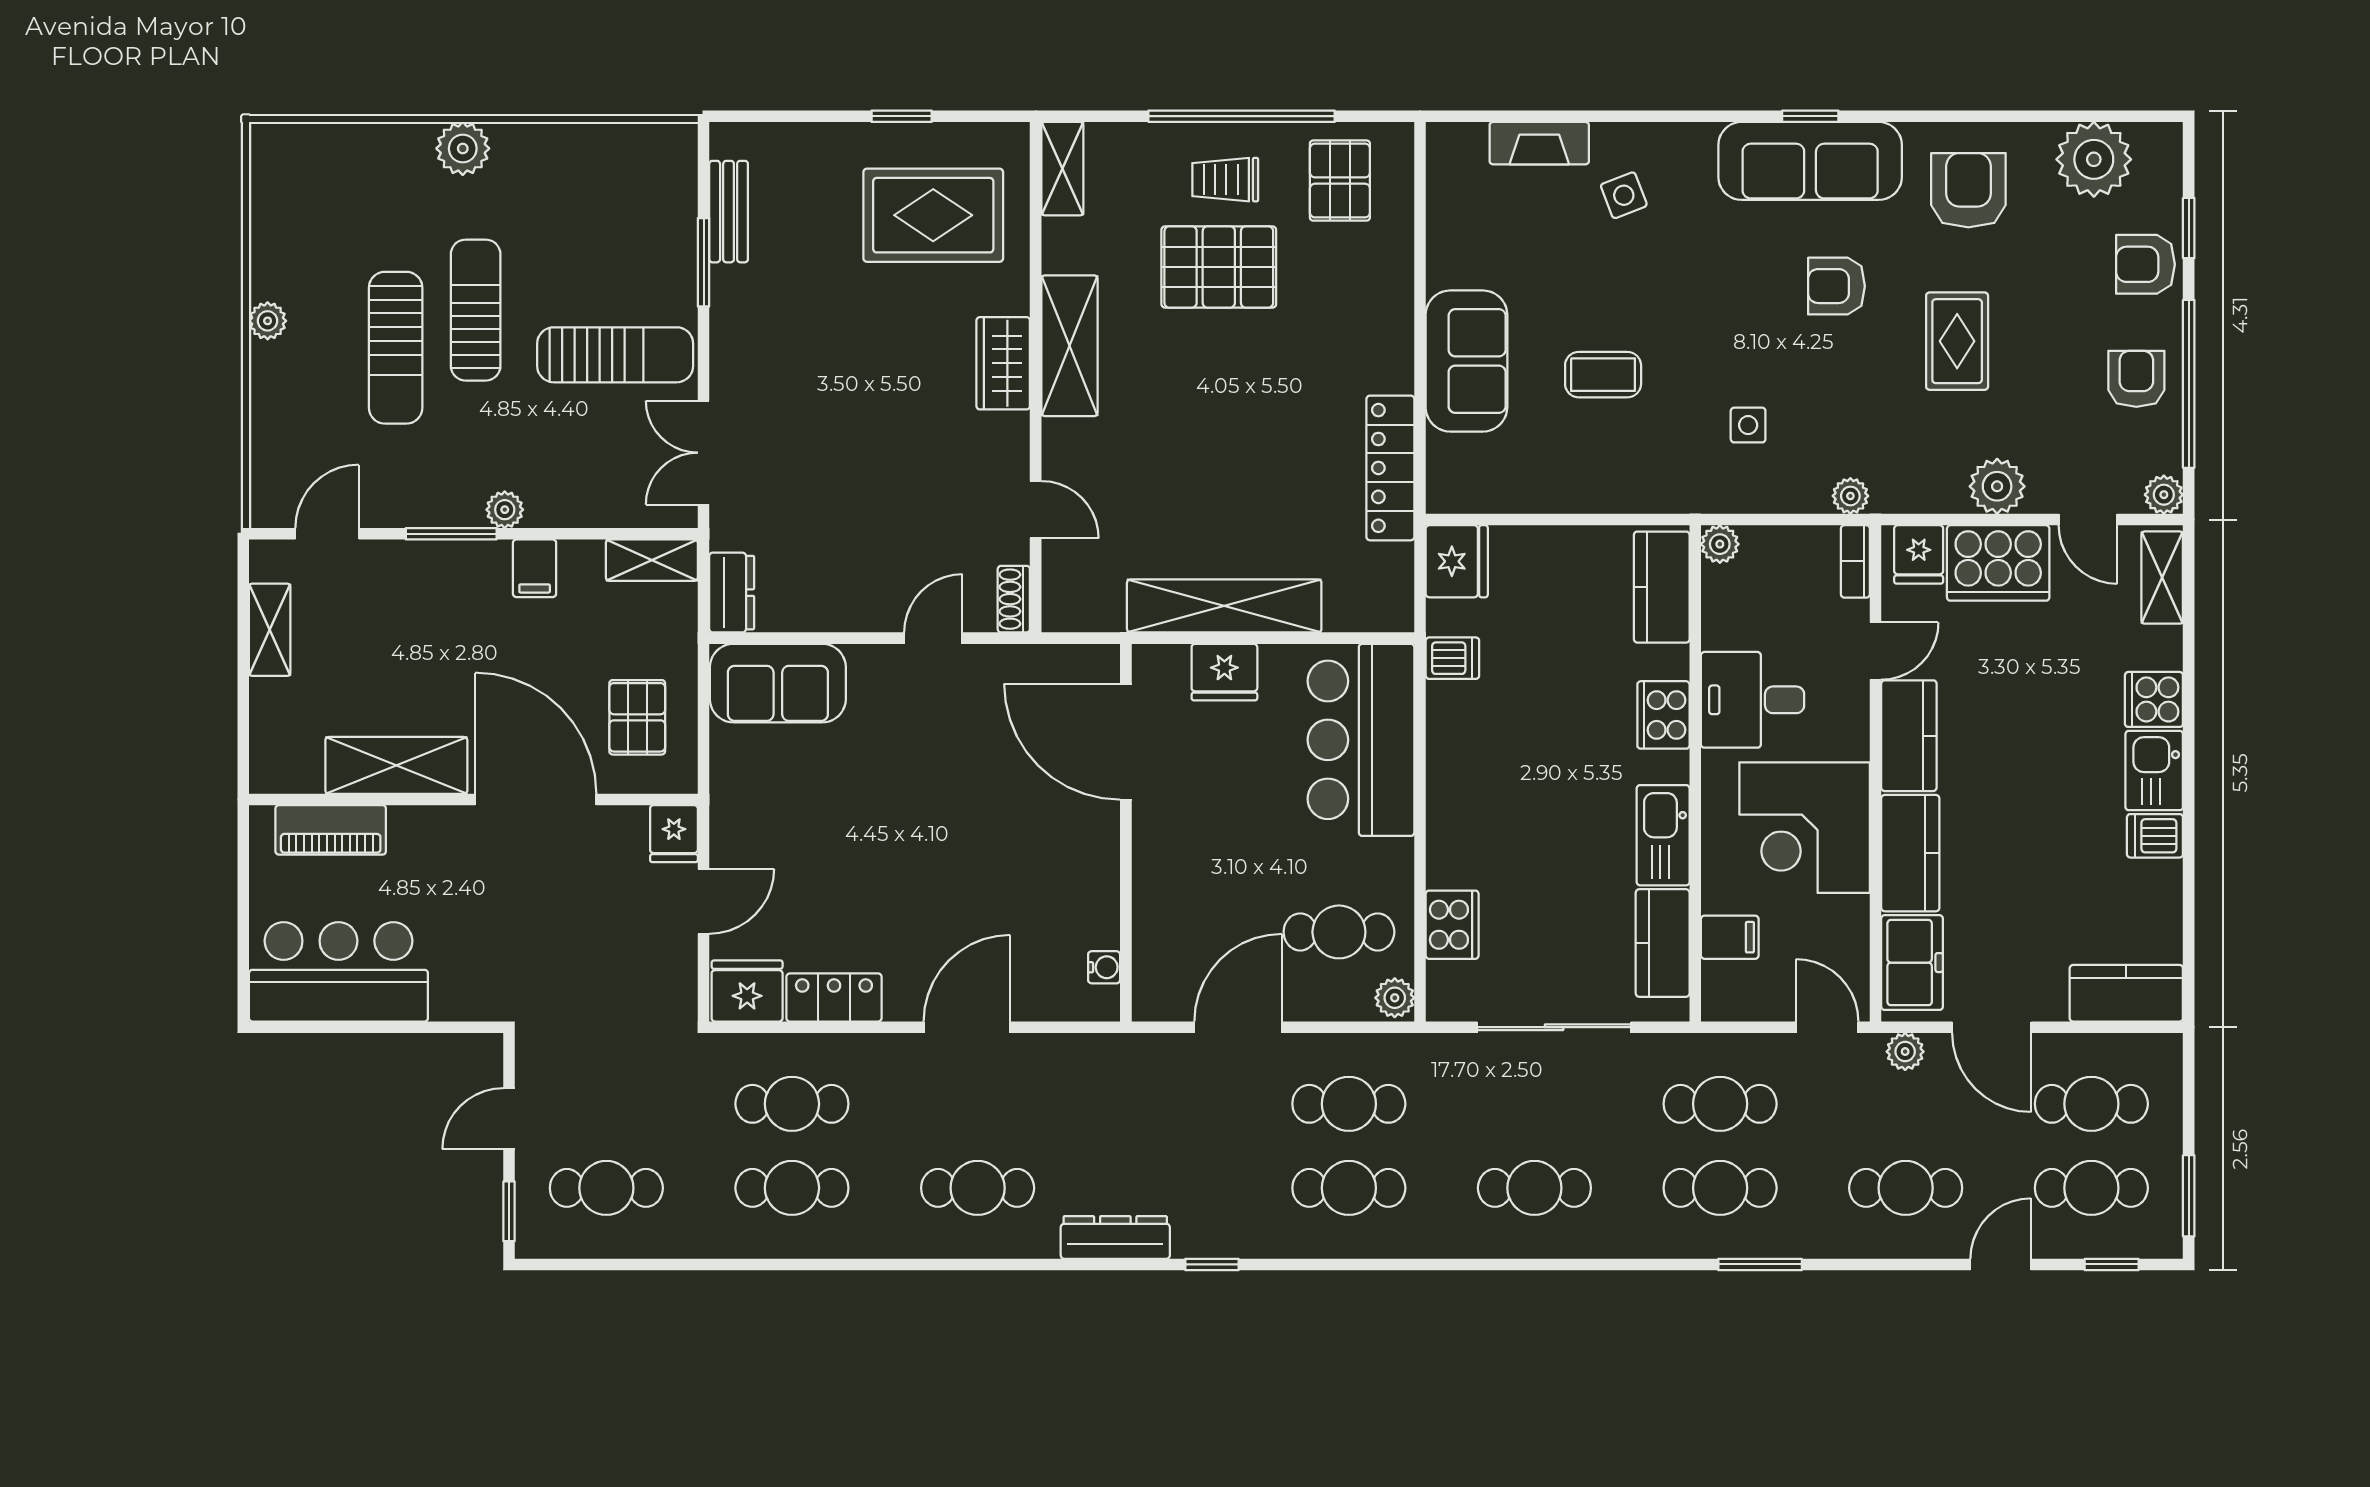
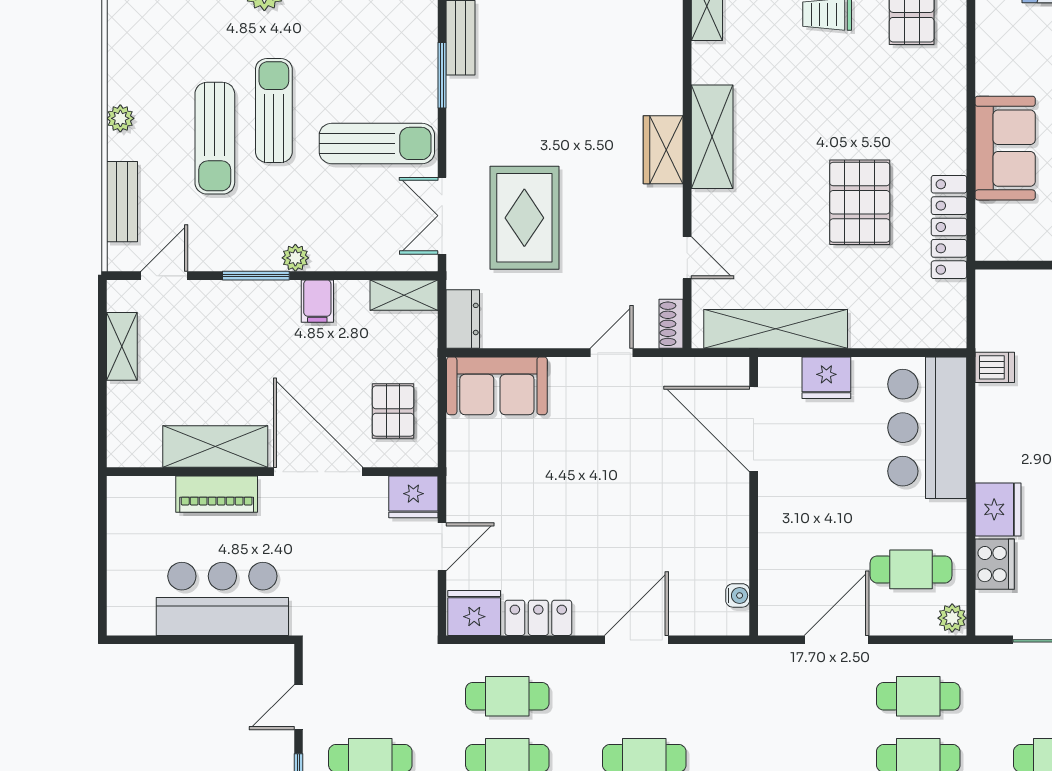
rug: (933, 215) -> (524, 218), moved, turned 90
pallet: (1219, 267) -> (860, 202), moved, turned 90
bench: (270, 433) -> (122, 202), added
fridge: (1457, 561) -> (998, 509), moved
shelving: (1224, 606) -> (776, 329), moved
piano: (331, 830) -> (217, 494), moved
fridge: (674, 834) -> (413, 497), width x1.38
bar counter: (338, 972) -> (222, 599), moved

